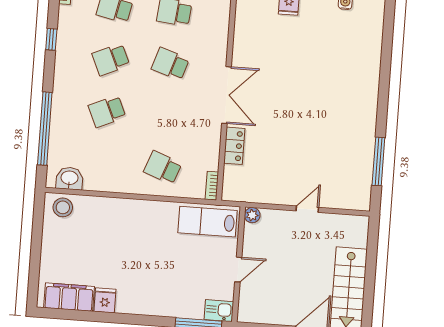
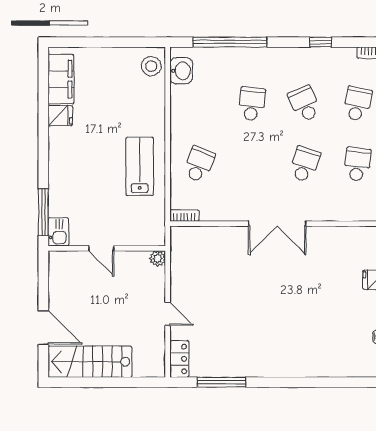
school desk: (107, 111) -> (252, 104), turned 30
locker: (234, 146) -> (179, 359), moved, turned -90
lab bench: (207, 222) -> (140, 166), moved

